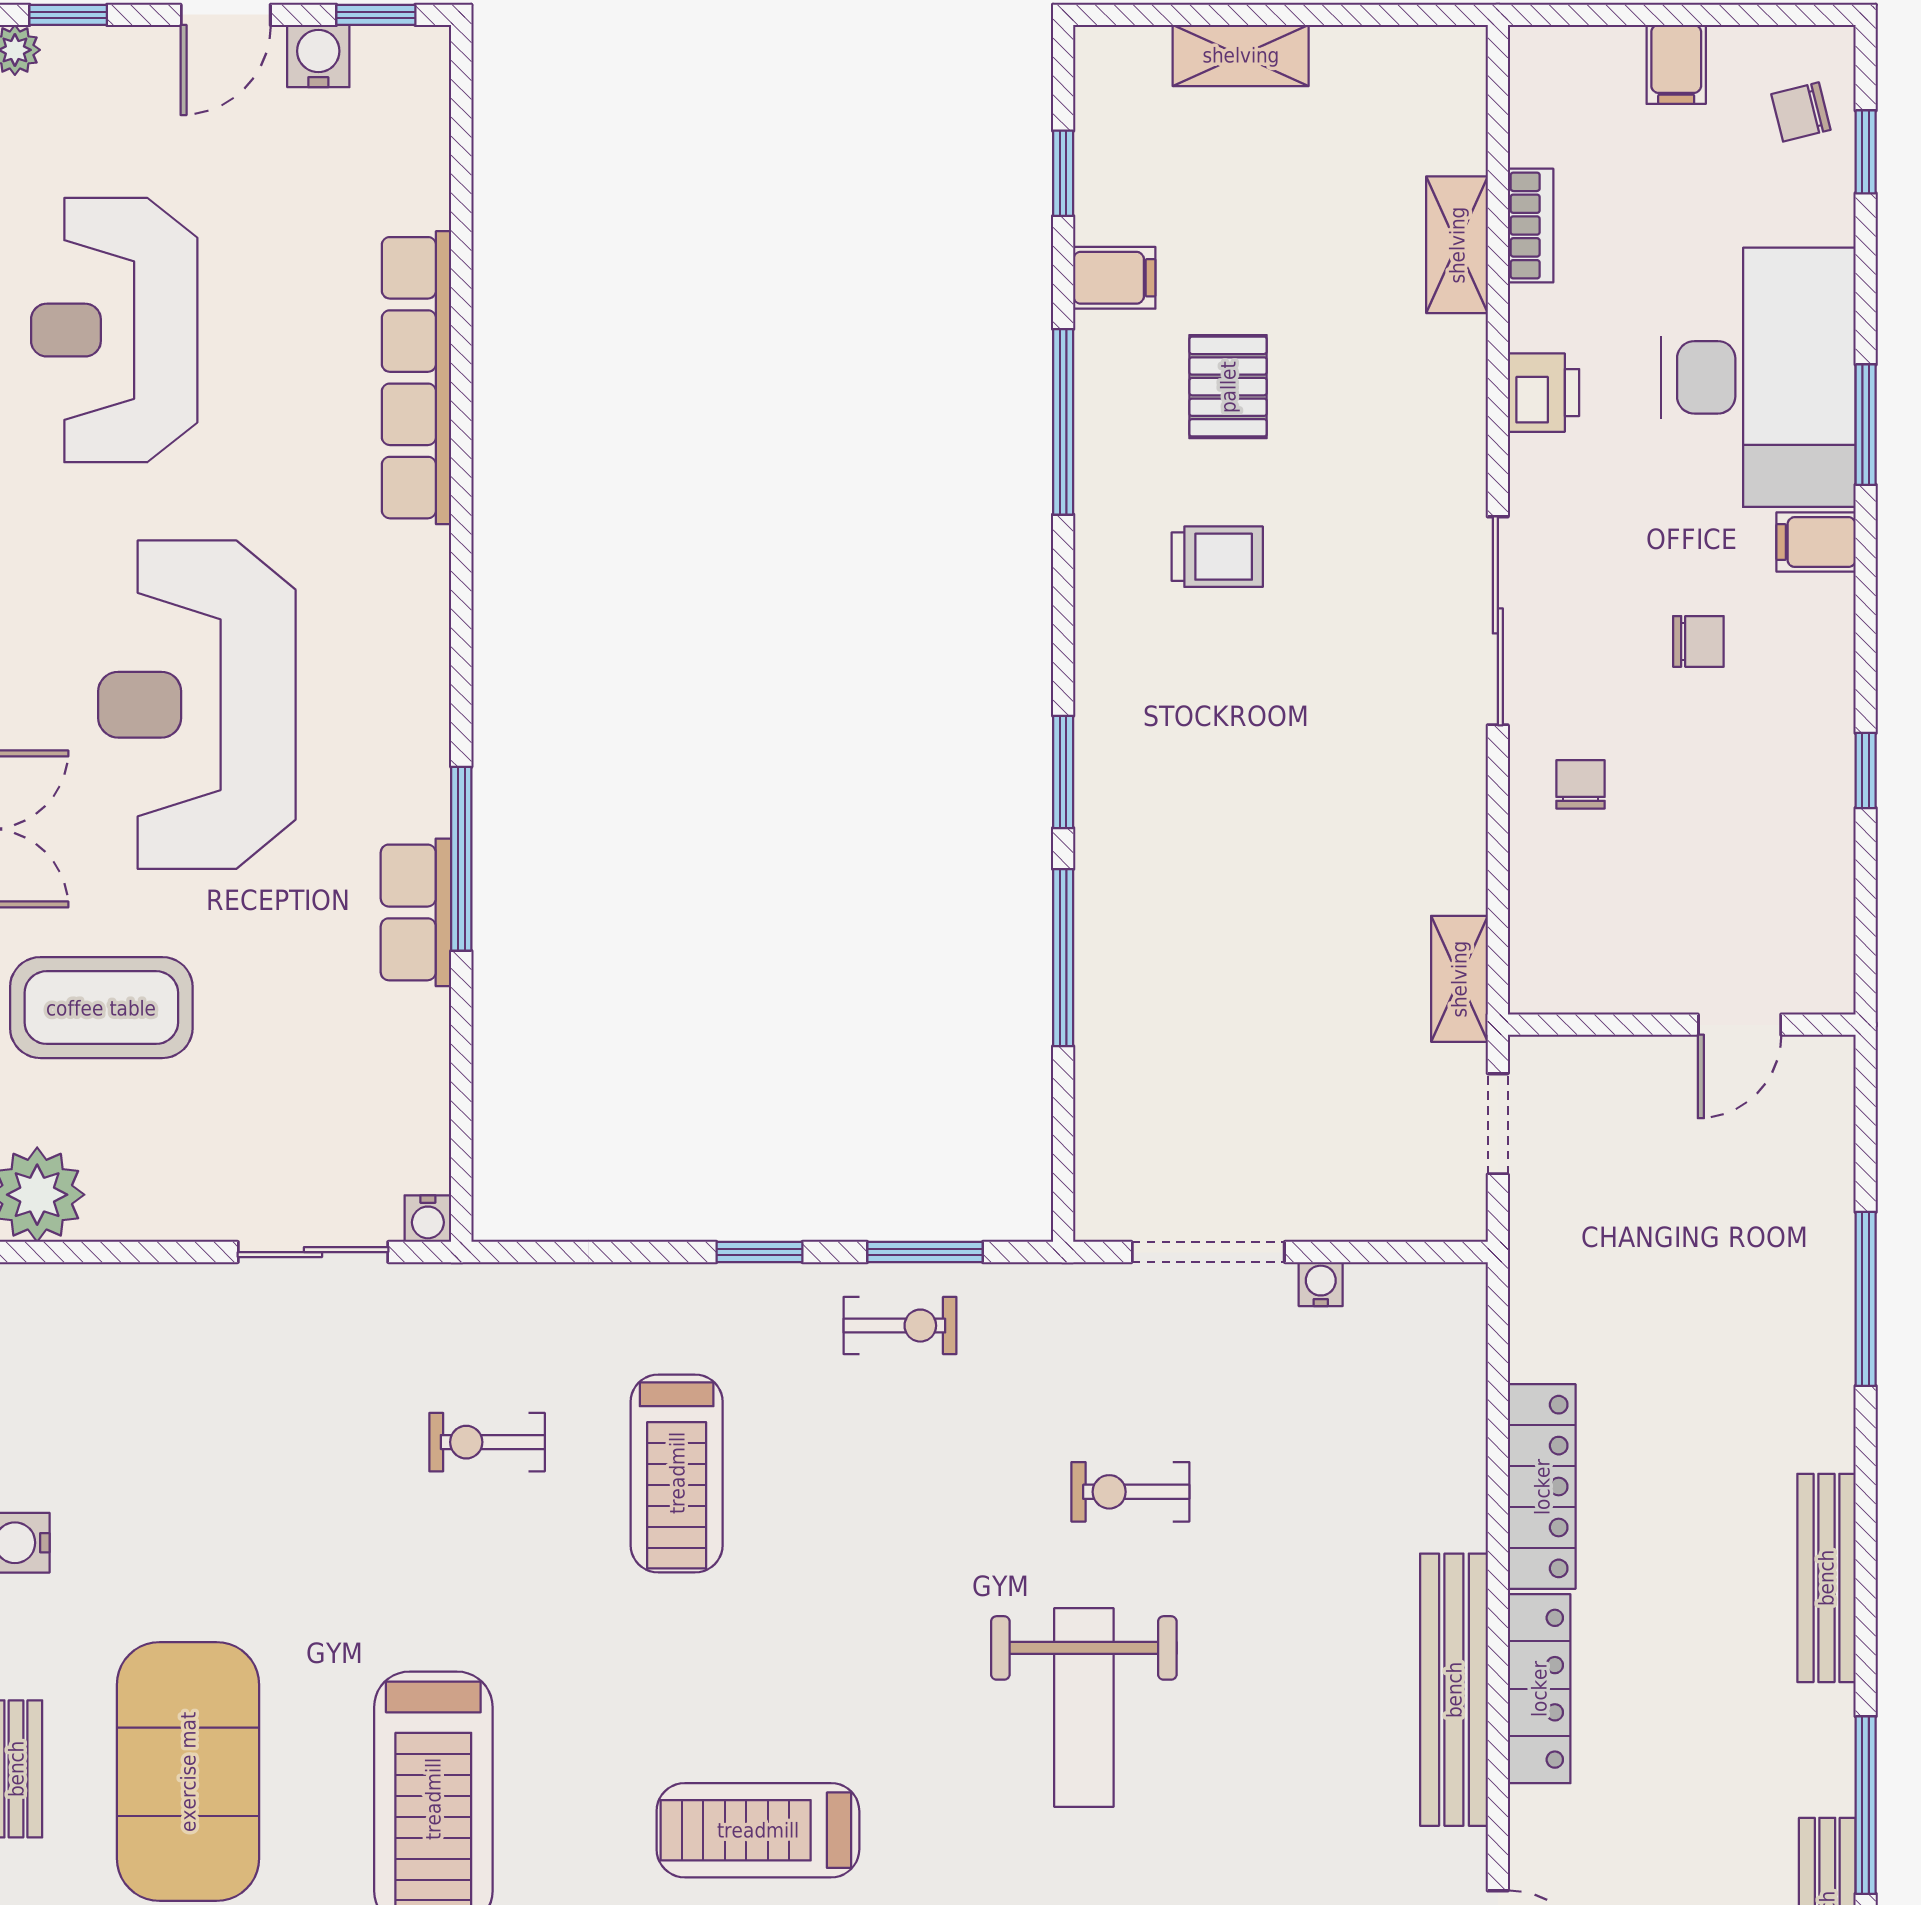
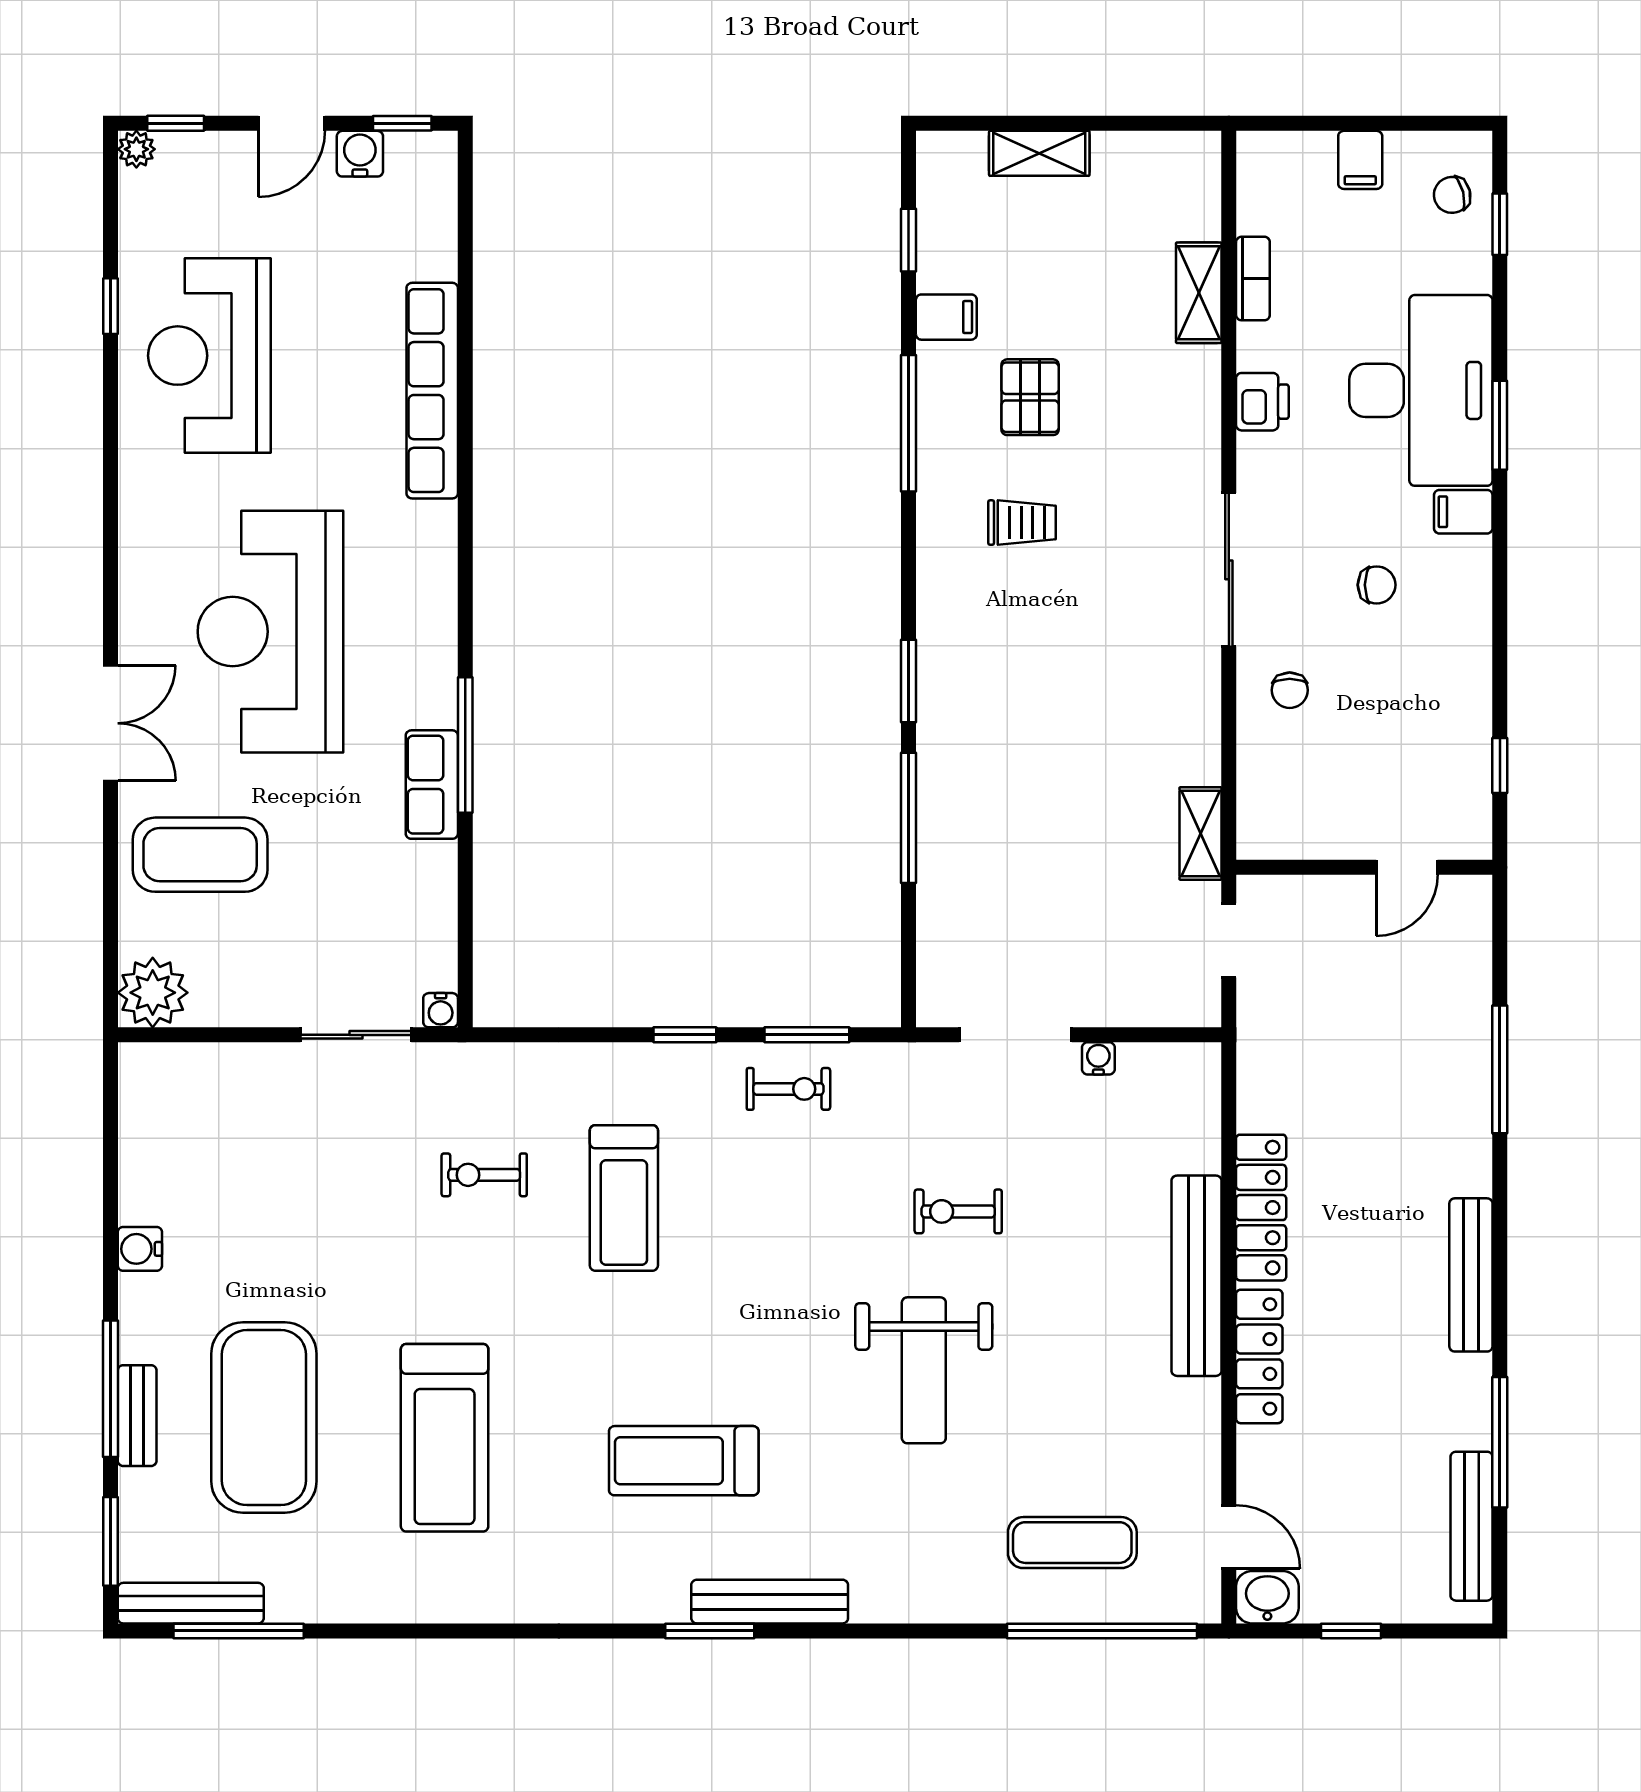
window: (1866, 770) -> (1500, 766), moved
chair: (1580, 784) -> (1290, 690), turned 180
bench: (1454, 1690) -> (1196, 1276), moved

